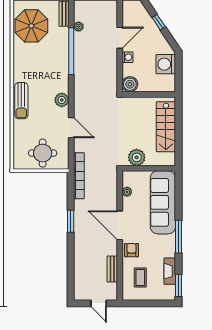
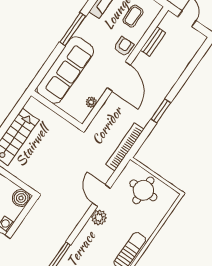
plant: (62, 100) -> (99, 217), moved
plant: (137, 157) -> (61, 127), removed
armchair: (132, 250) -> (124, 46), turned 180

